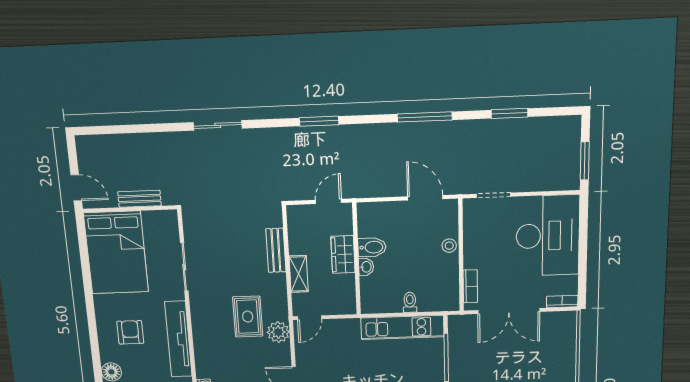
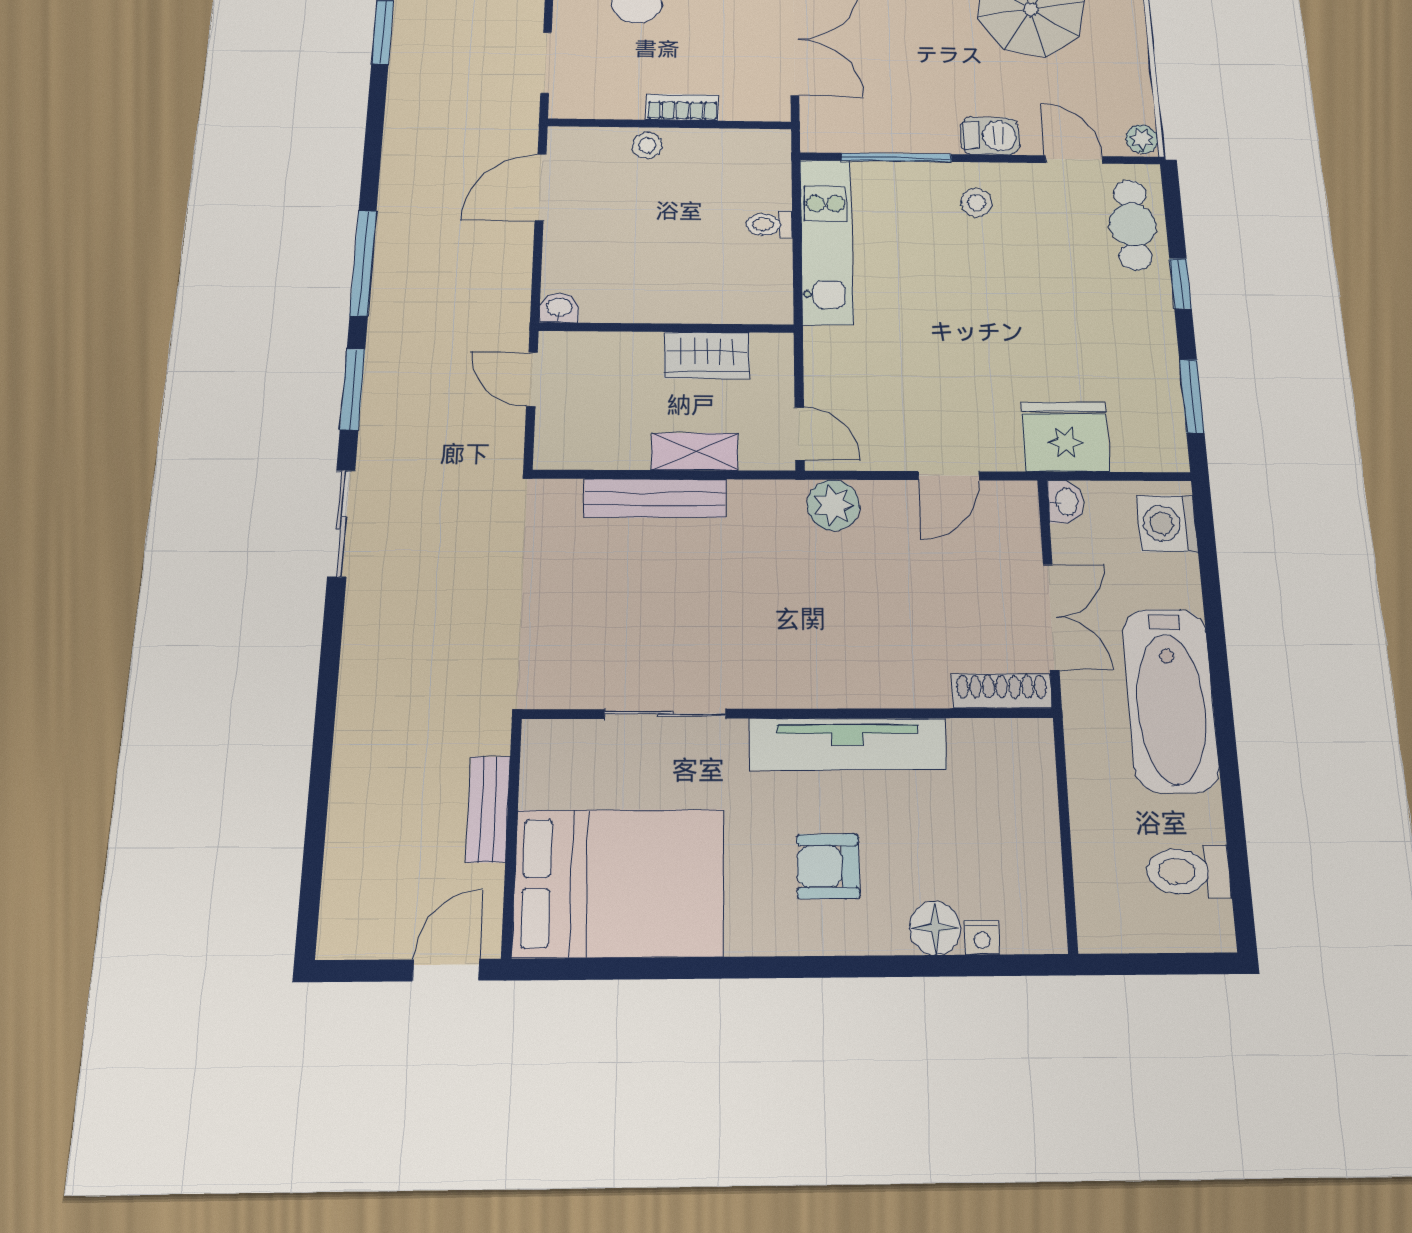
window: (425, 117) -> (363, 263), moved
sliding door: (218, 125) -> (341, 523), moved
bidet: (372, 247) -> (641, 295), removed
bench: (276, 250) -> (655, 498), width x1.36
wardrobe: (343, 254) -> (707, 355), moved
washbasin: (366, 267) -> (559, 308), moved
bookcase: (470, 286) -> (682, 107), moved
rug: (248, 317) -> (794, 573), removed

